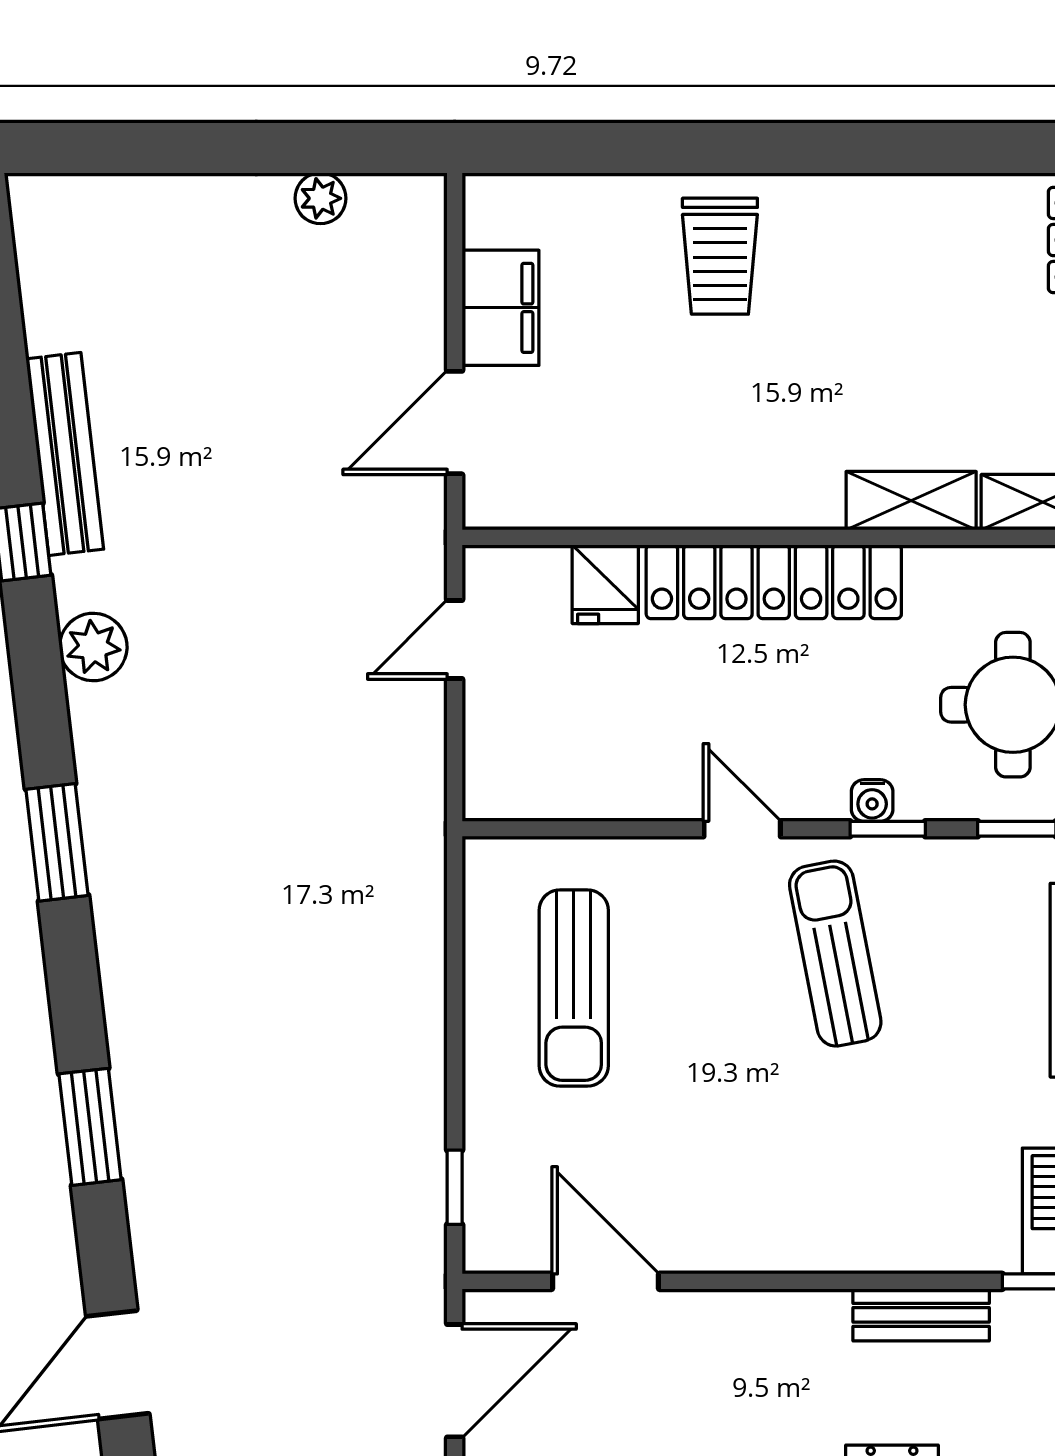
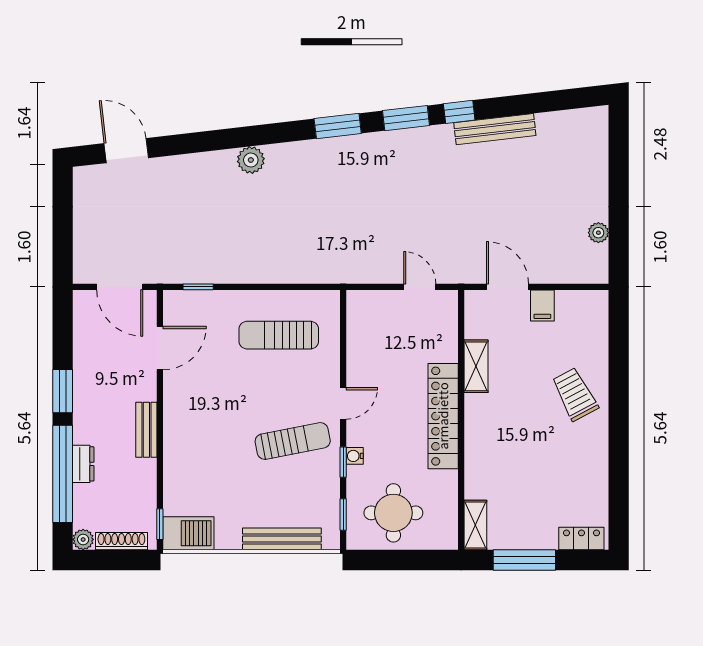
trolley: (720, 256) -> (575, 394), turned 62
filing cabinet: (500, 308) -> (542, 306), width x0.50
shelving: (911, 501) -> (476, 366), moved
fridge: (605, 584) -> (442, 348), removed
plant: (93, 647) -> (251, 160), moved
window: (90, 1127) -> (406, 118), moved
bench: (921, 1315) -> (146, 430), moved

